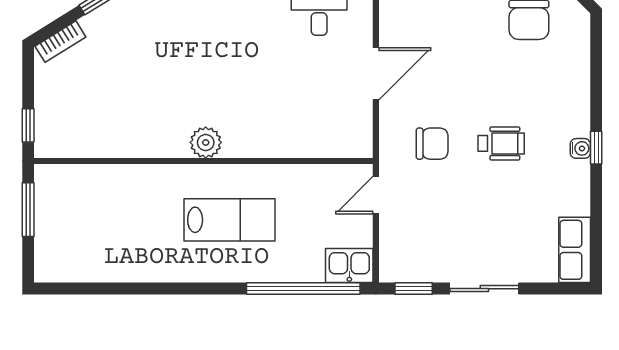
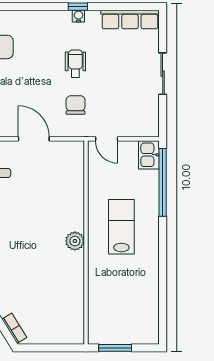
window: (28, 125) -> (65, 348), removed
row of seats: (575, 250) -> (130, 19), width x1.48
window: (414, 289) -> (163, 116), removed

